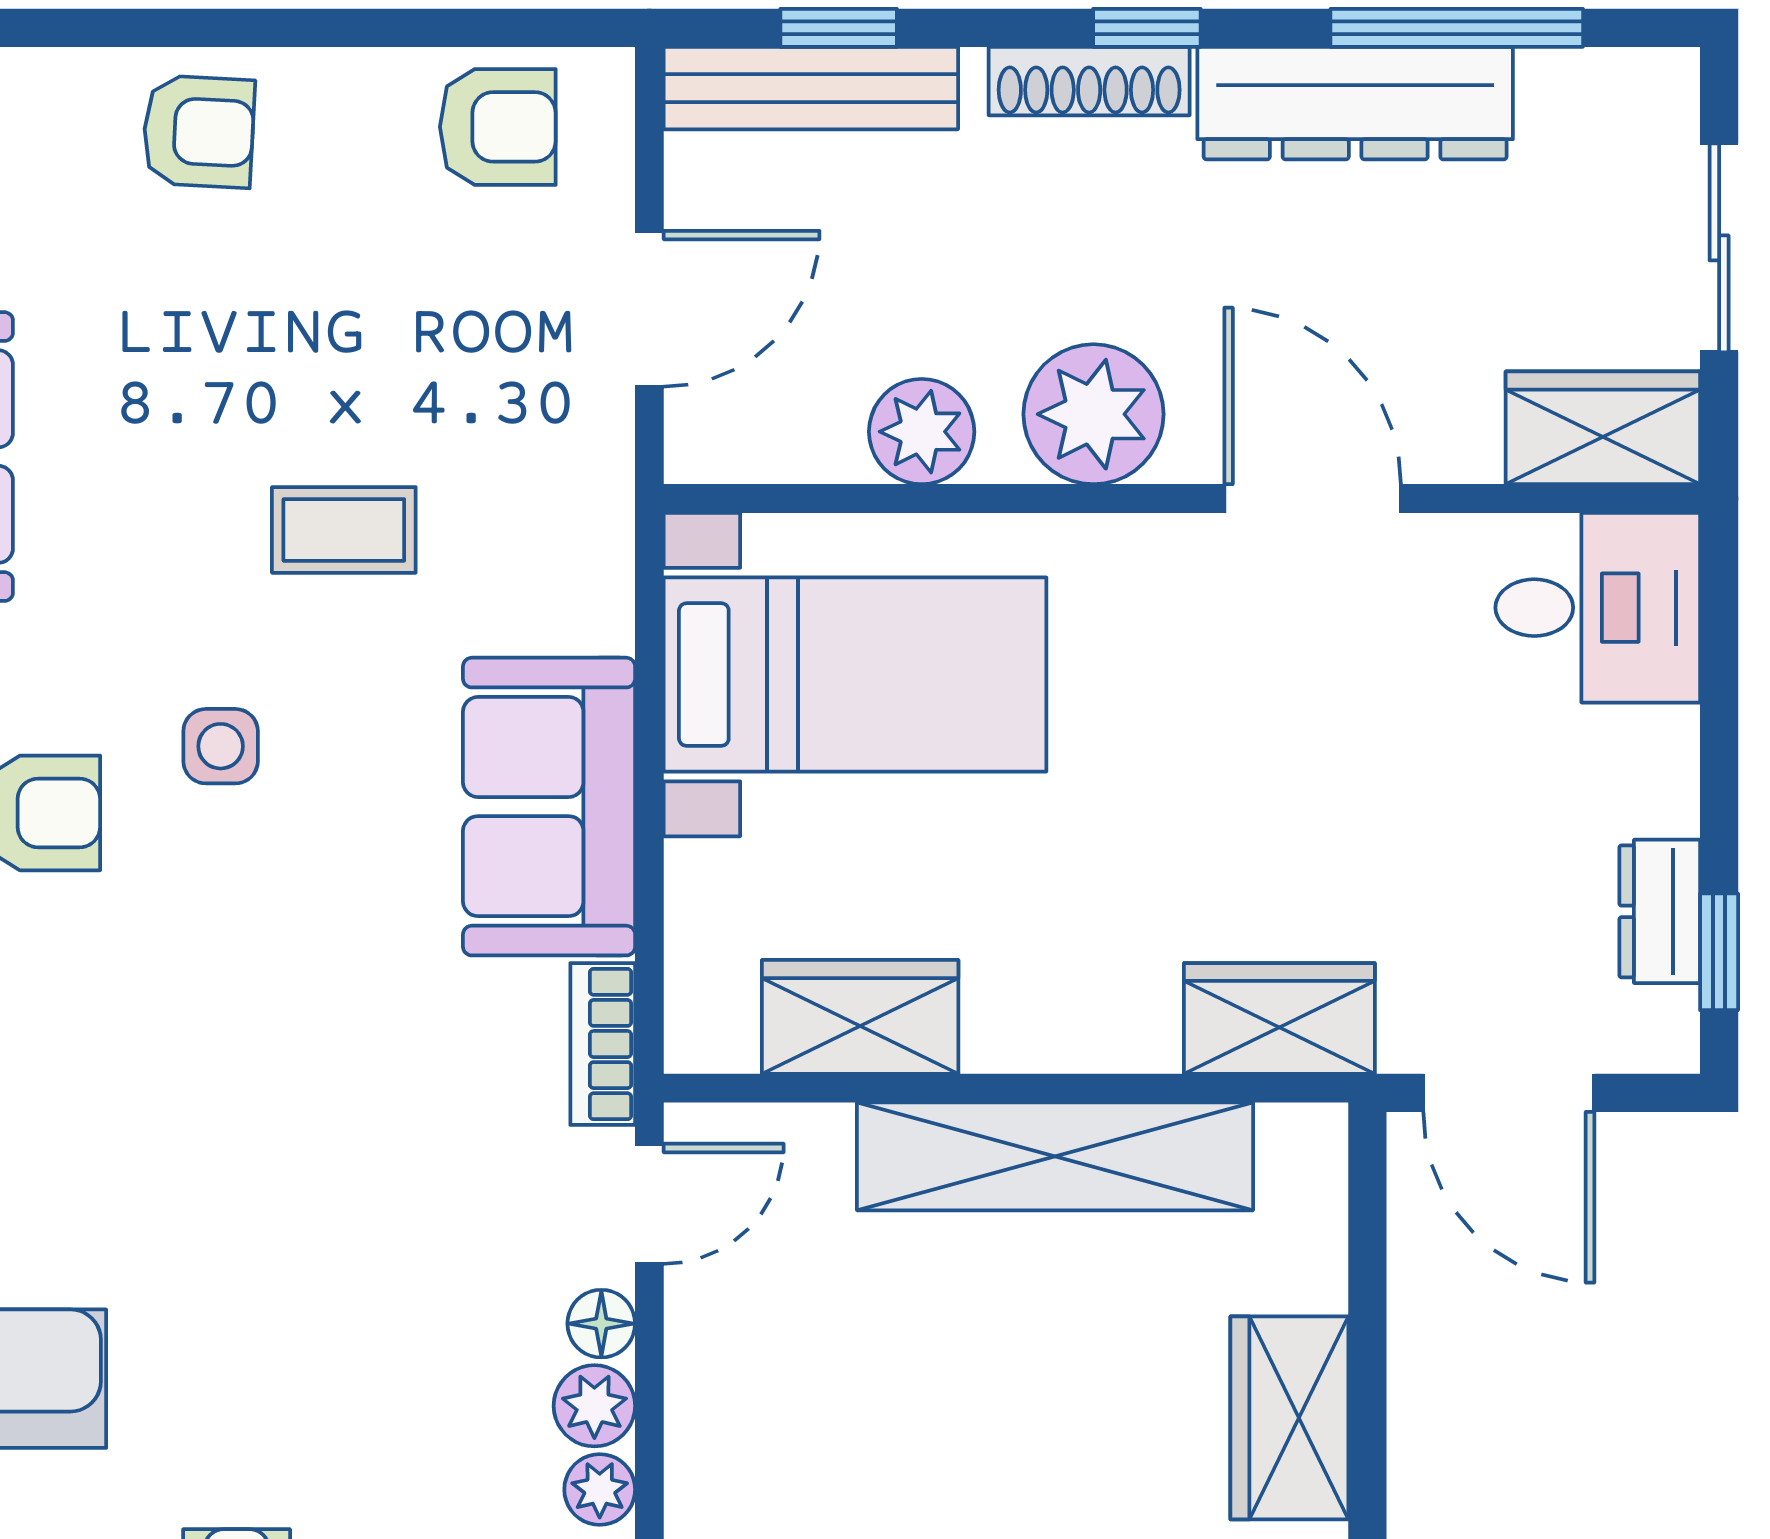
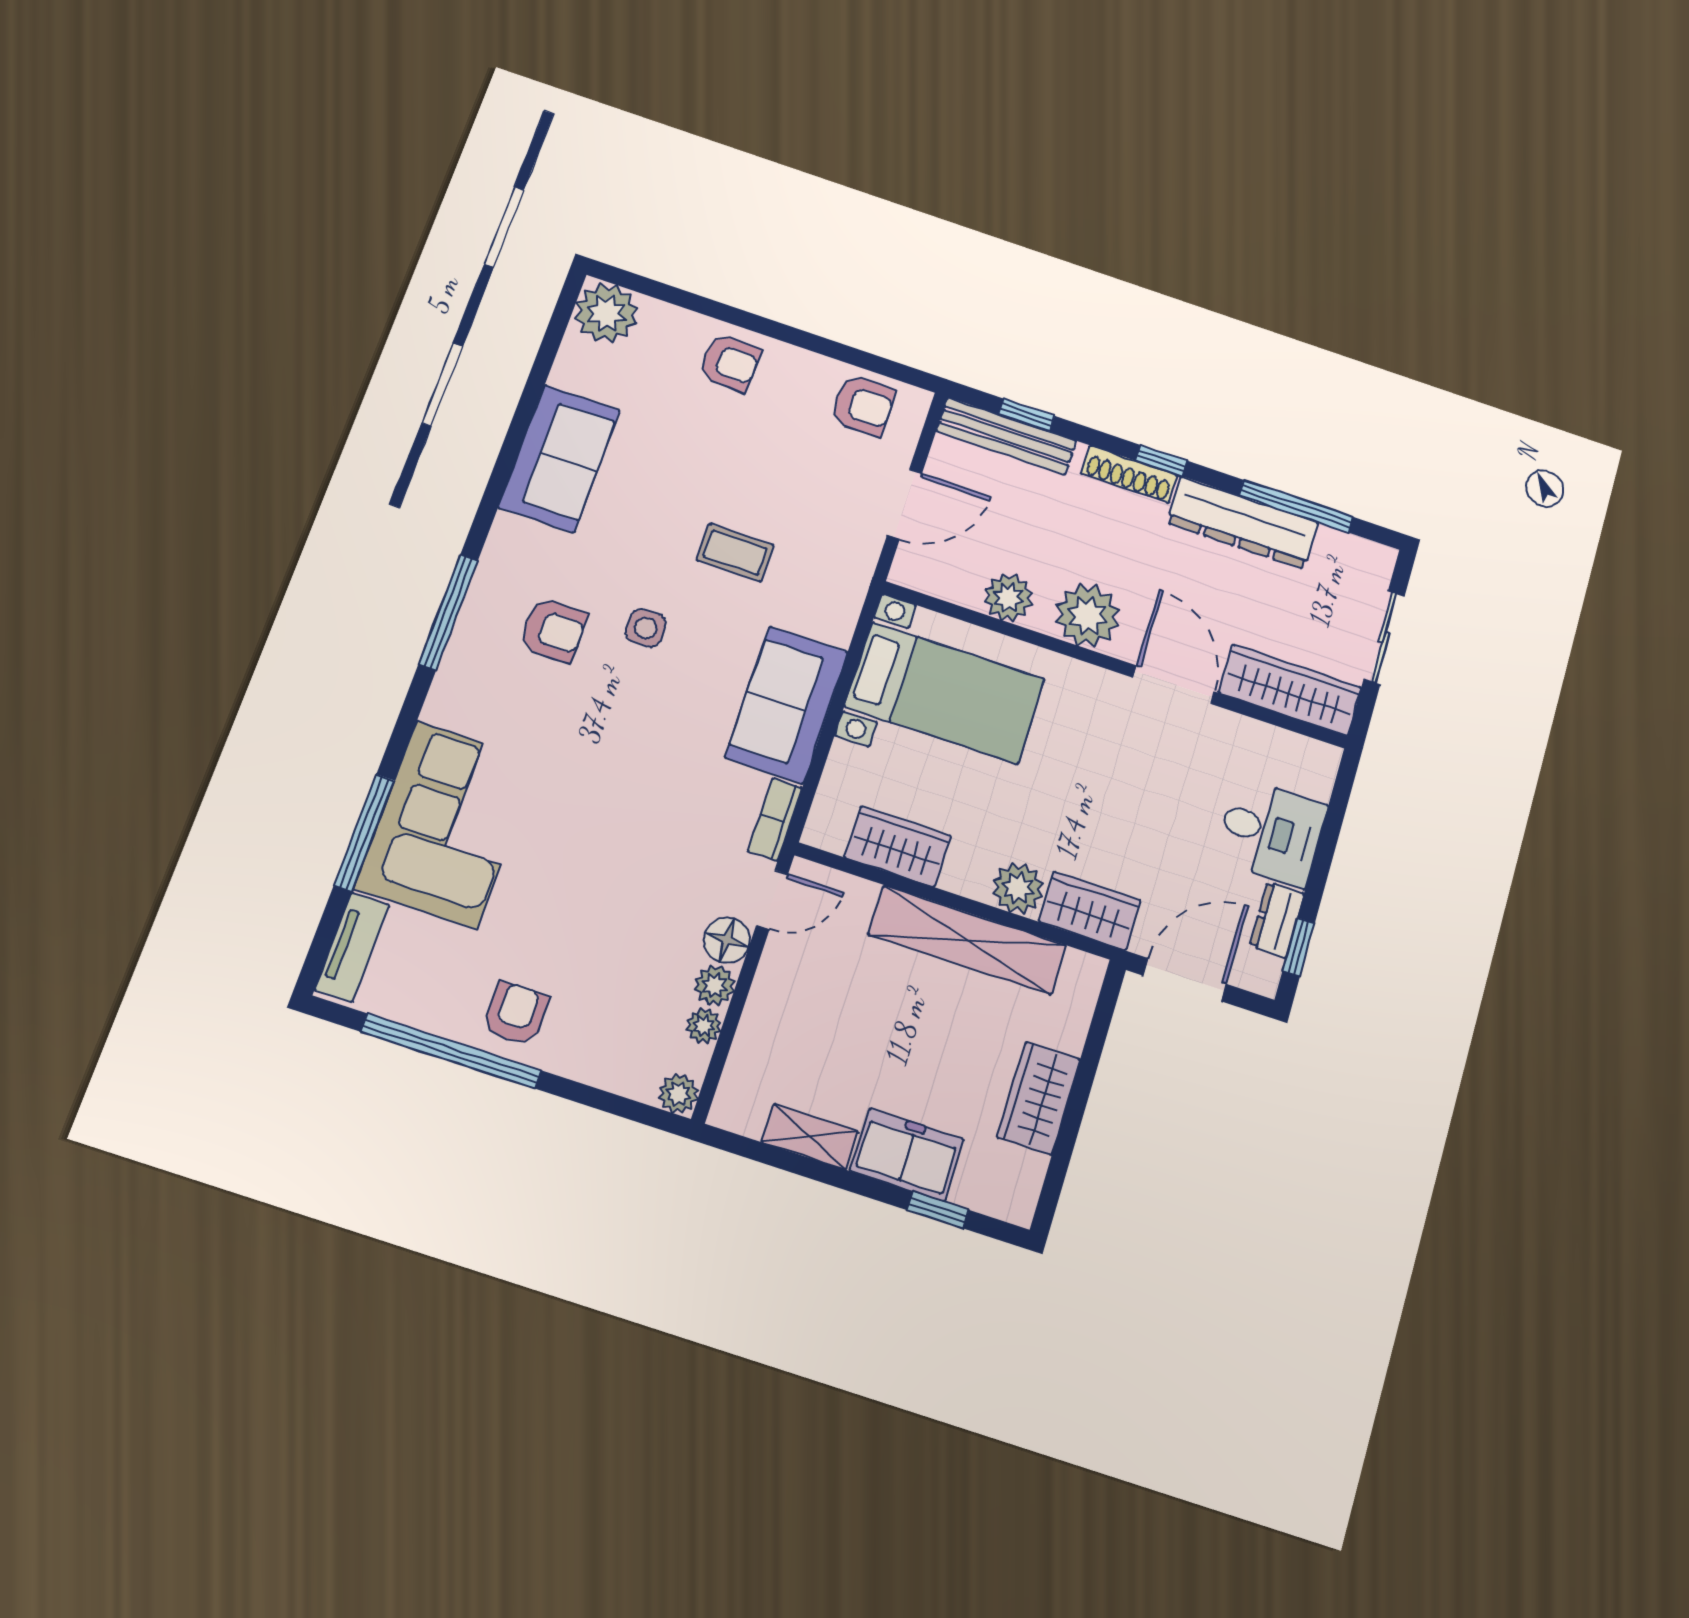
wardrobe: (1603, 428) -> (1290, 690), width x1.50
desk: (1598, 608) -> (1271, 832), moved
plant: (1123, 1020) -> (1018, 888), added
door: (1509, 1093) -> (1185, 980), swing flipped
floor lamp: (601, 1324) -> (727, 940), width x1.37, depth x1.37

